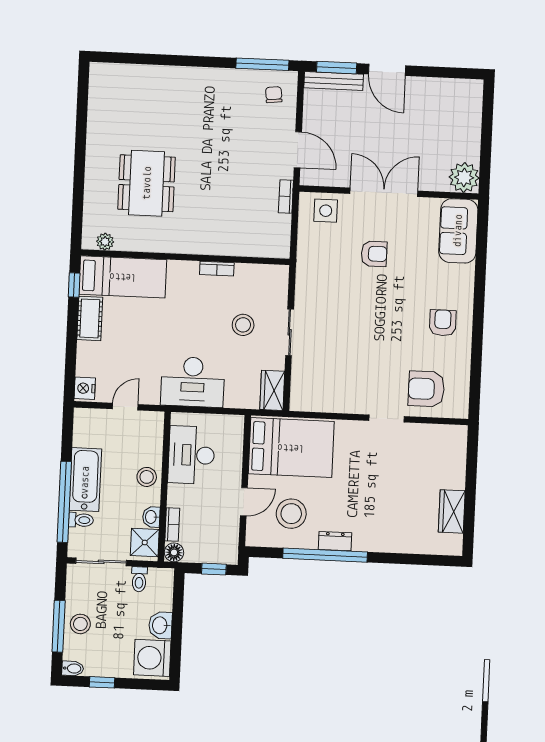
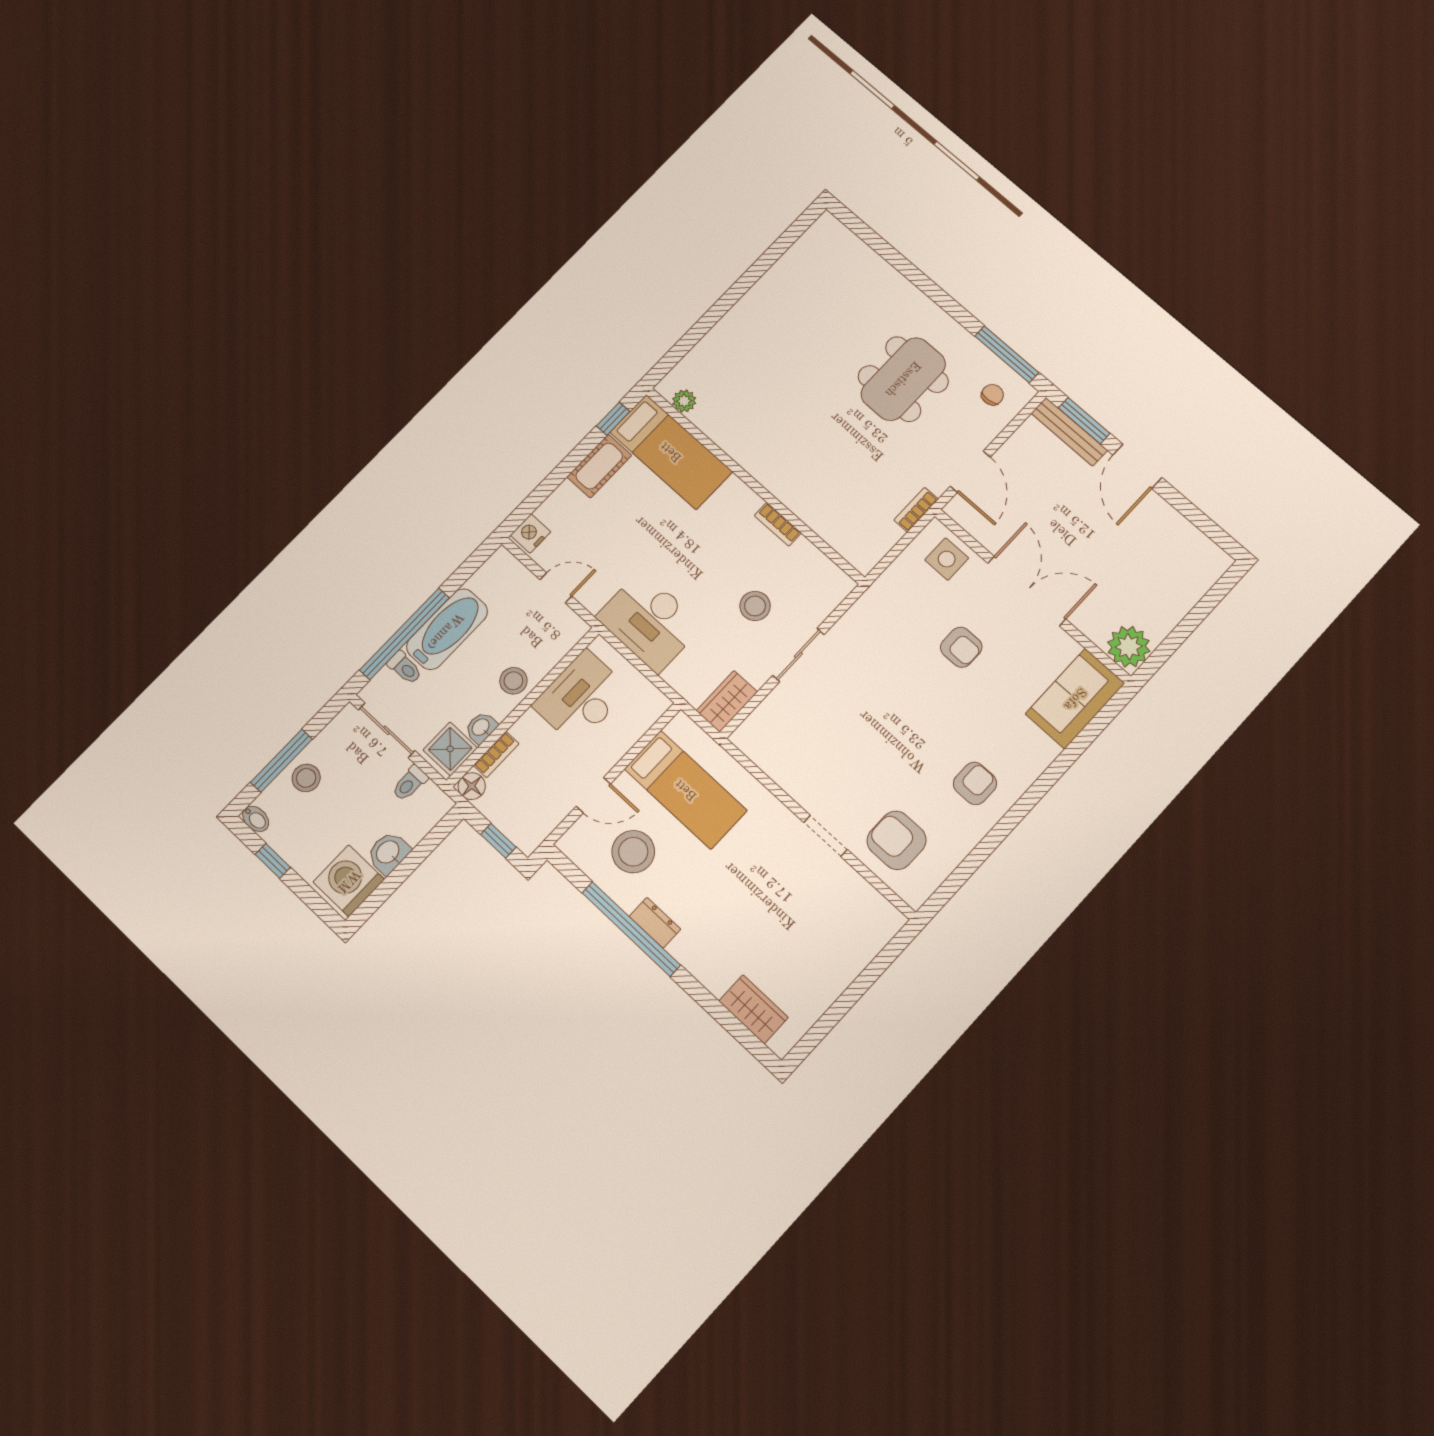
dining table: (147, 183) -> (903, 379), moved
bed: (291, 448) -> (686, 790), width x0.67
wardrobe: (452, 511) -> (753, 1009), moved, turned 90

